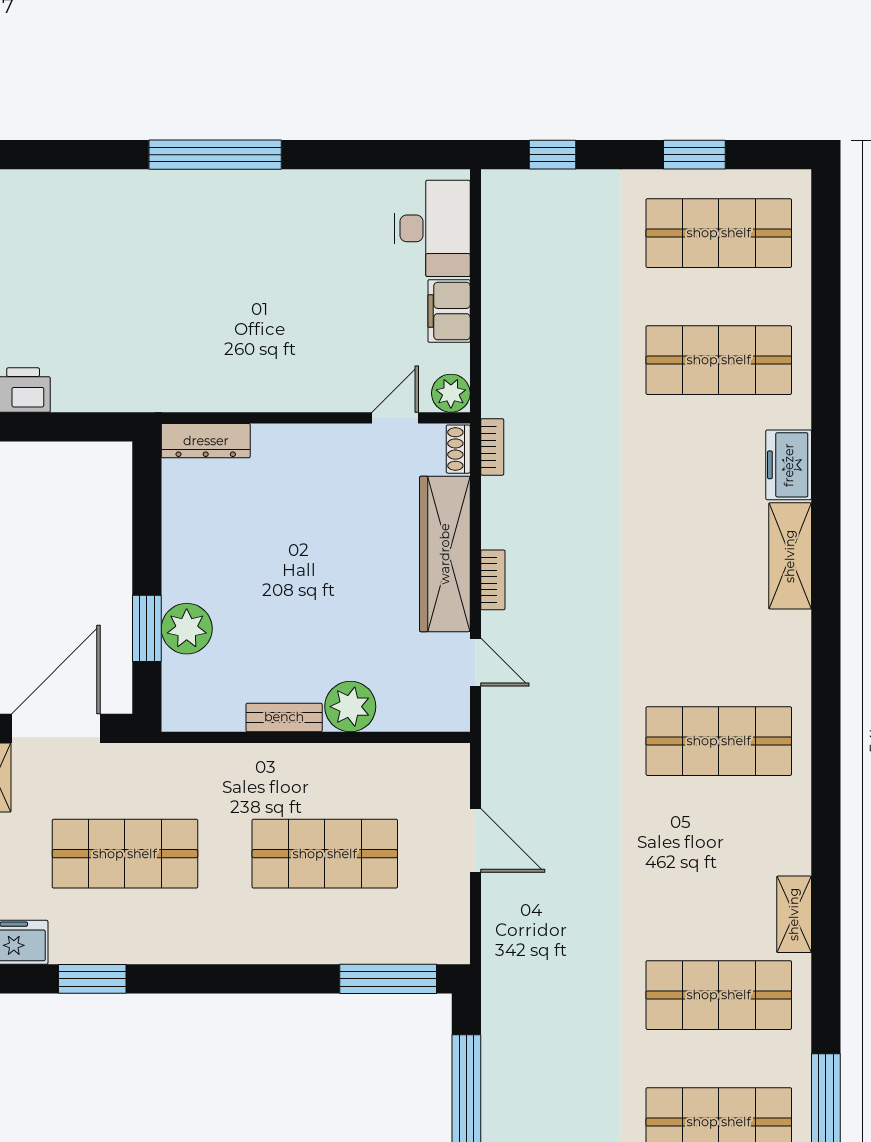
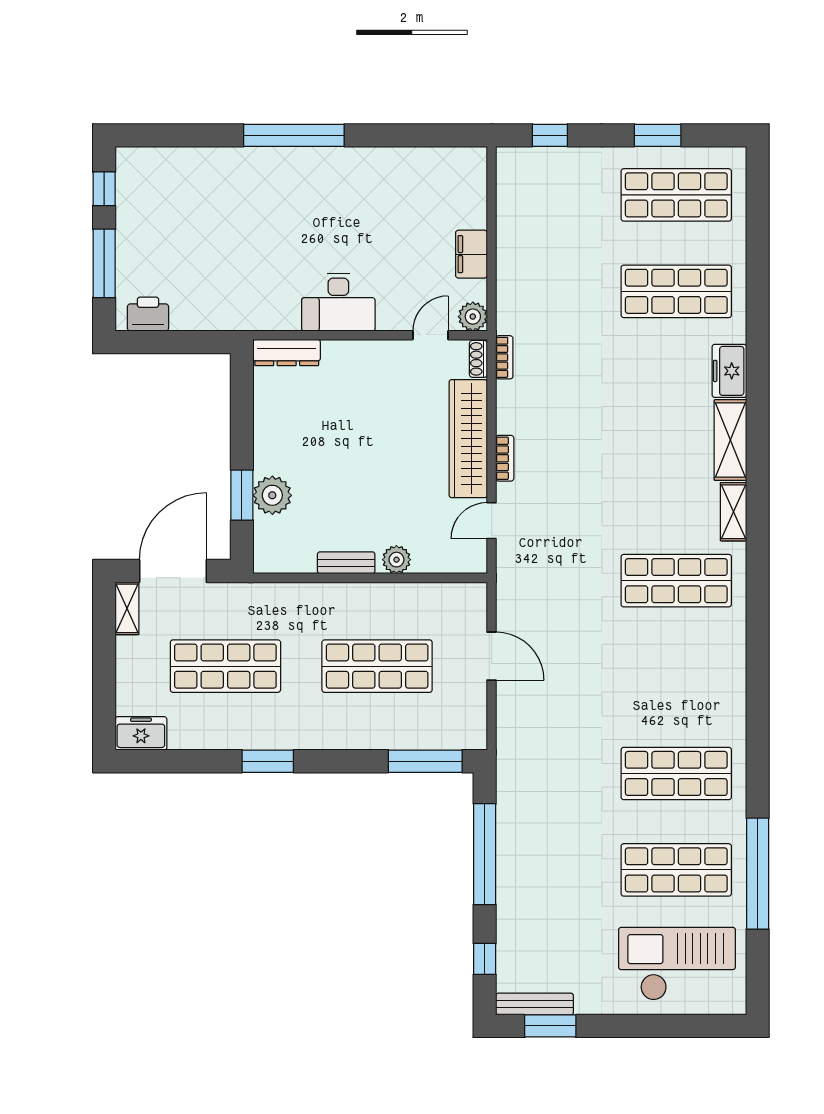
desk: (432, 228) -> (338, 302), moved, turned 90
door: (475, 662) -> (492, 521), swing flipped
plant: (350, 707) -> (396, 560), width x0.73, depth x0.73
shelving: (794, 914) -> (733, 512), moved
window: (92, 979) -> (268, 761), moved

